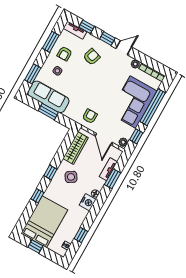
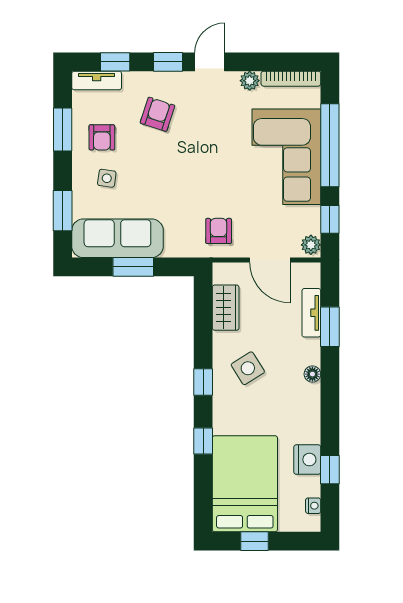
wardrobe: (76, 148) -> (226, 308), width x0.67
nightstand: (88, 202) -> (307, 460), moved

